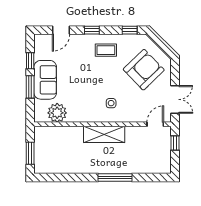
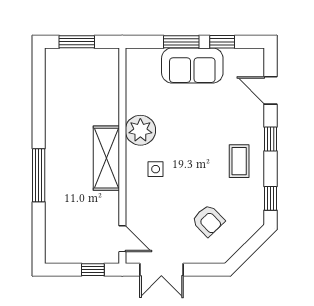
armchair: (144, 70) -> (208, 221), width x0.53, depth x0.53
plant: (57, 113) -> (140, 130), moved

